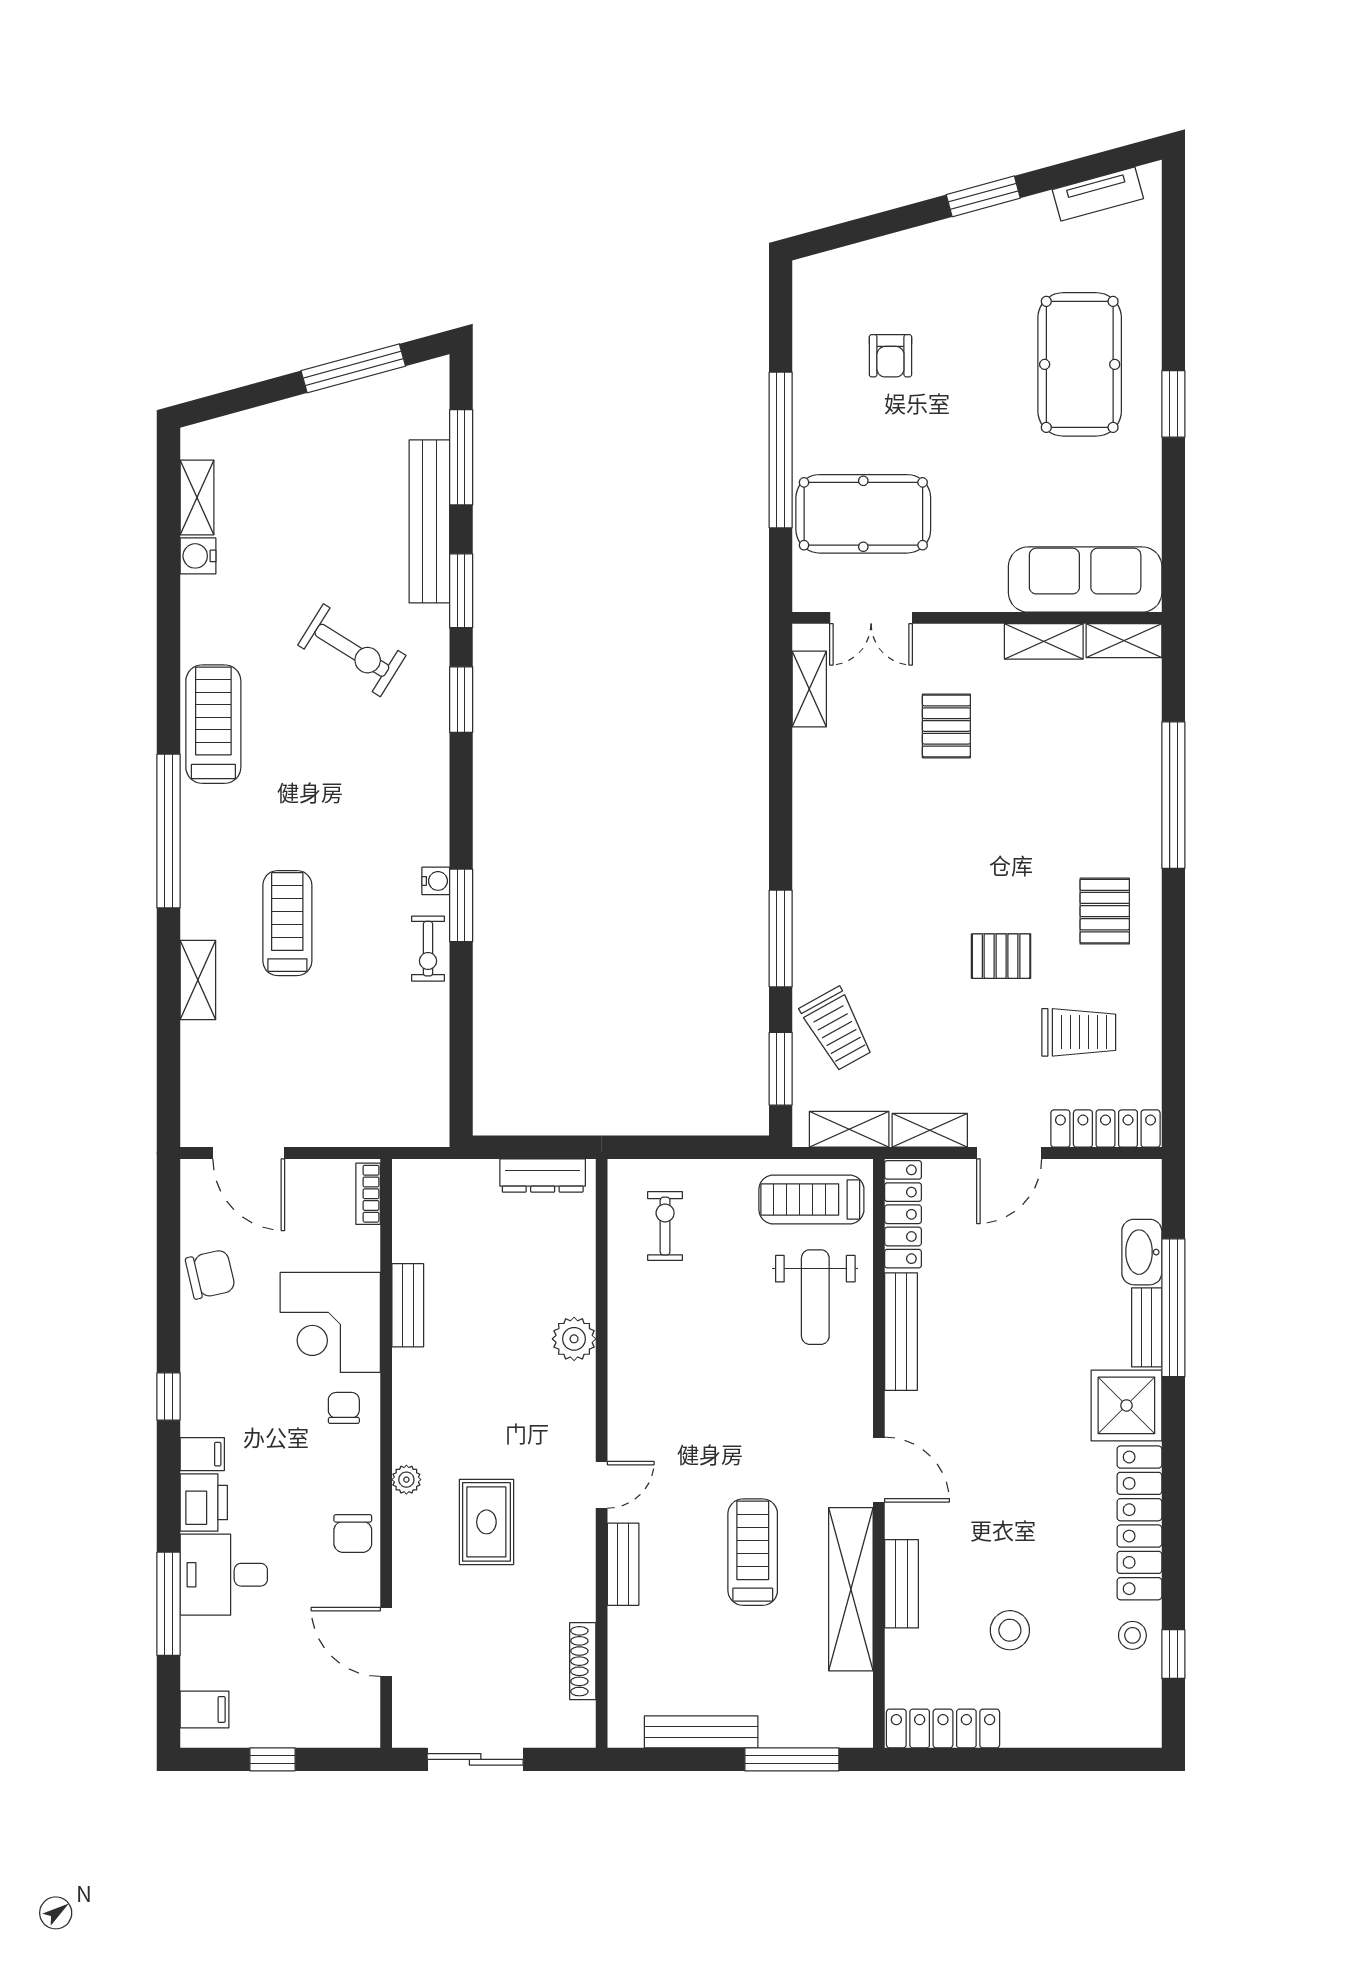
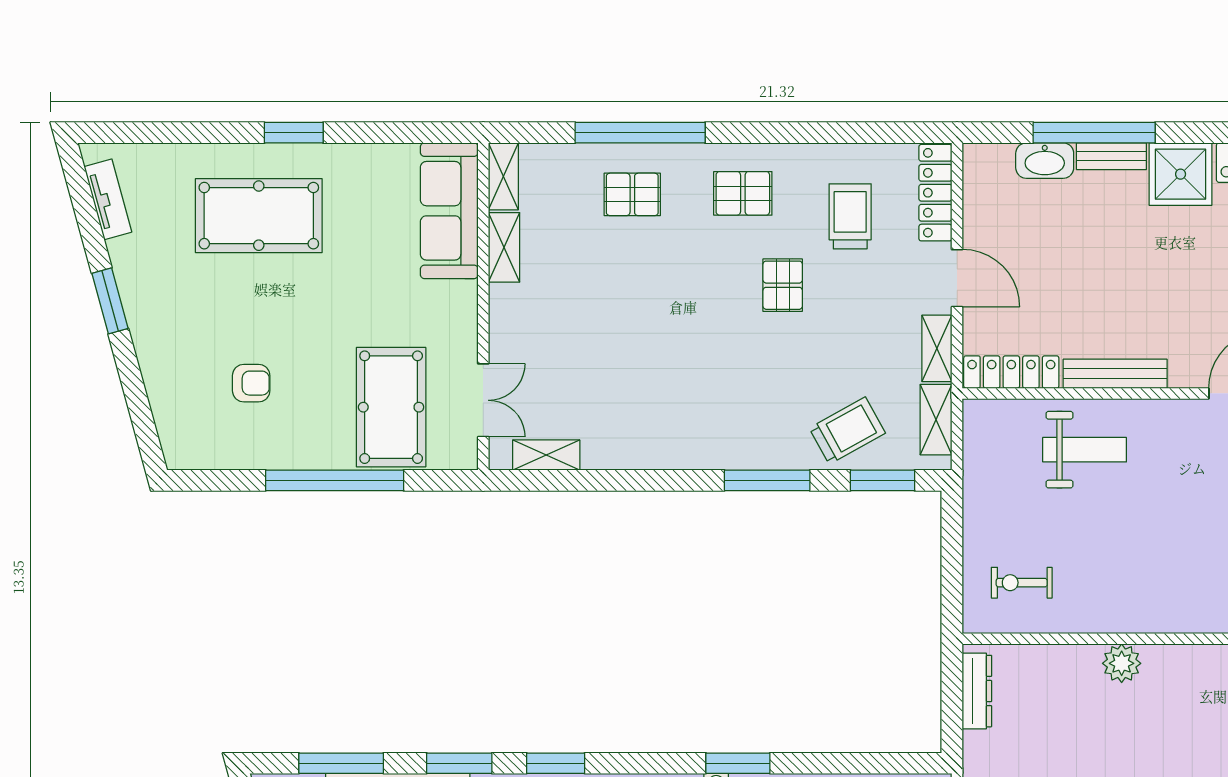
pallet: (946, 726) -> (632, 194), moved
treadmill: (811, 1199) -> (998, 453), removed

